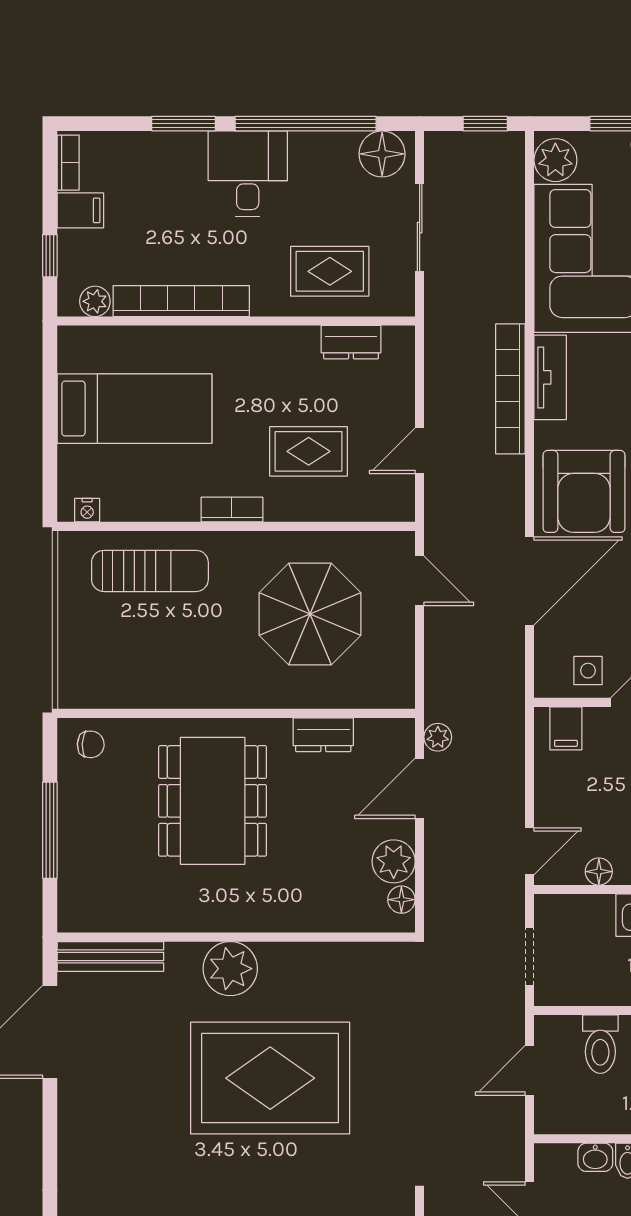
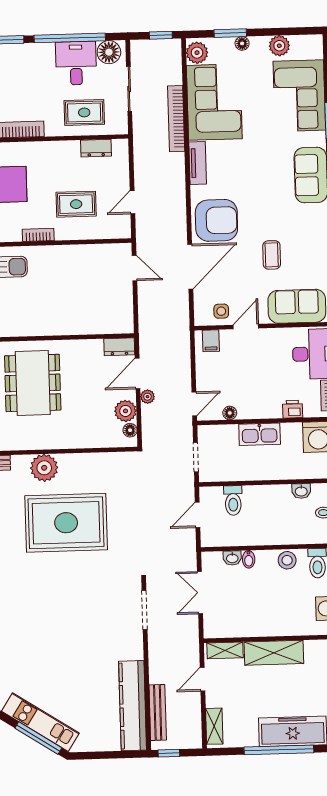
desk: (248, 174) -> (76, 63), moved
bookcase: (510, 389) -> (176, 119), moved
armchair: (584, 491) -> (216, 220), turned -90
parasol: (310, 614) -> (79, 287), removed
dresser: (323, 735) -> (119, 347), moved
plant: (438, 737) -> (147, 397), moved

